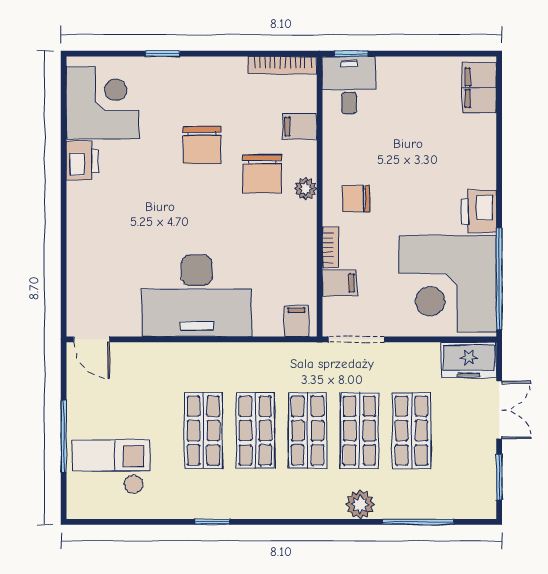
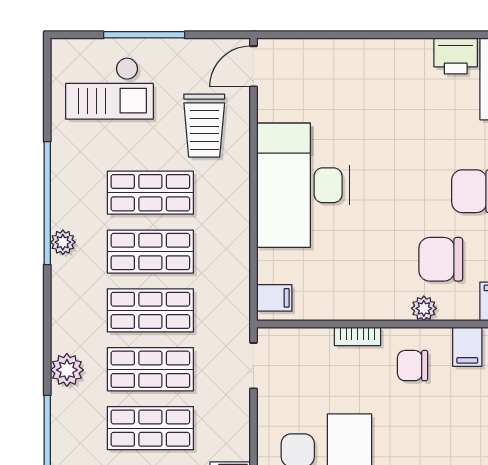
chair: (356, 199) -> (413, 366), turned -90
filing cabinet: (340, 283) -> (467, 347), moved
doorway: (356, 339) -> (253, 366), width x0.73
trolley: (144, 383) -> (204, 126), added
checkout: (111, 467) -> (109, 88), turned 90
plant: (247, 508) -> (63, 242), added
window: (213, 522) -> (47, 203), width x3.17

